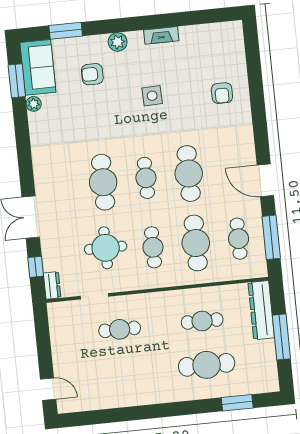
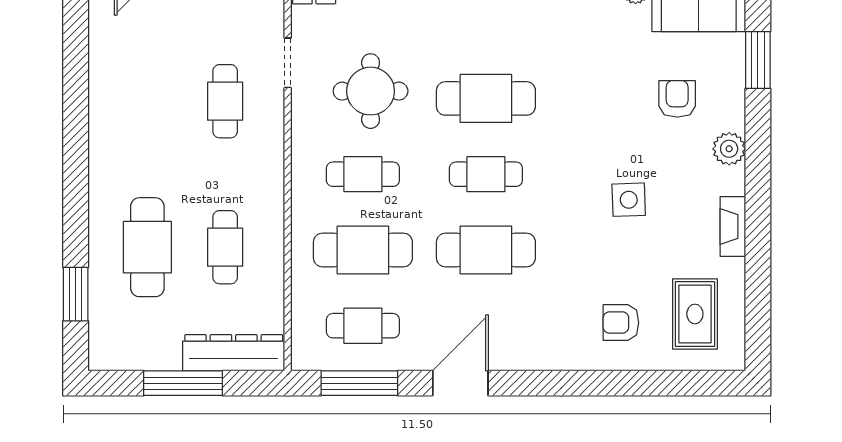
rug: (213, 52) -> (695, 314), added

